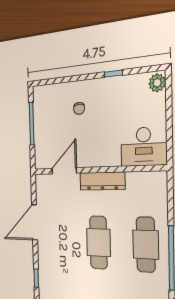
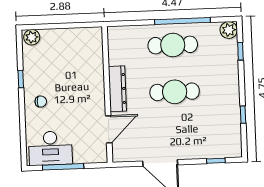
chair: (79, 108) -> (41, 102), moved
desk: (144, 147) -> (50, 148), moved, turned 90
door: (64, 171) -> (109, 129), swing flipped

